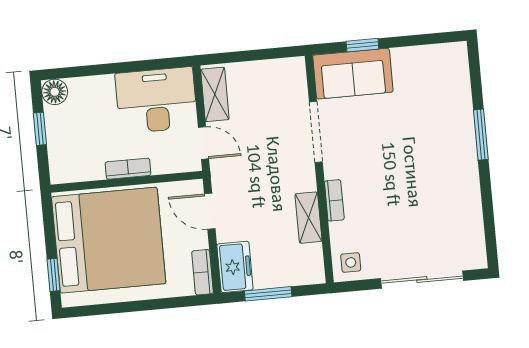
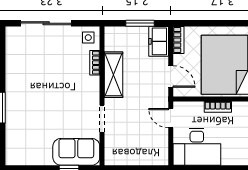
shelving: (215, 94) -> (161, 147), removed
doorway: (316, 132) -> (102, 119), width x0.73
bookcase: (334, 200) -> (95, 63), moved
shelving: (308, 218) -> (114, 75), width x1.50, depth x1.33

